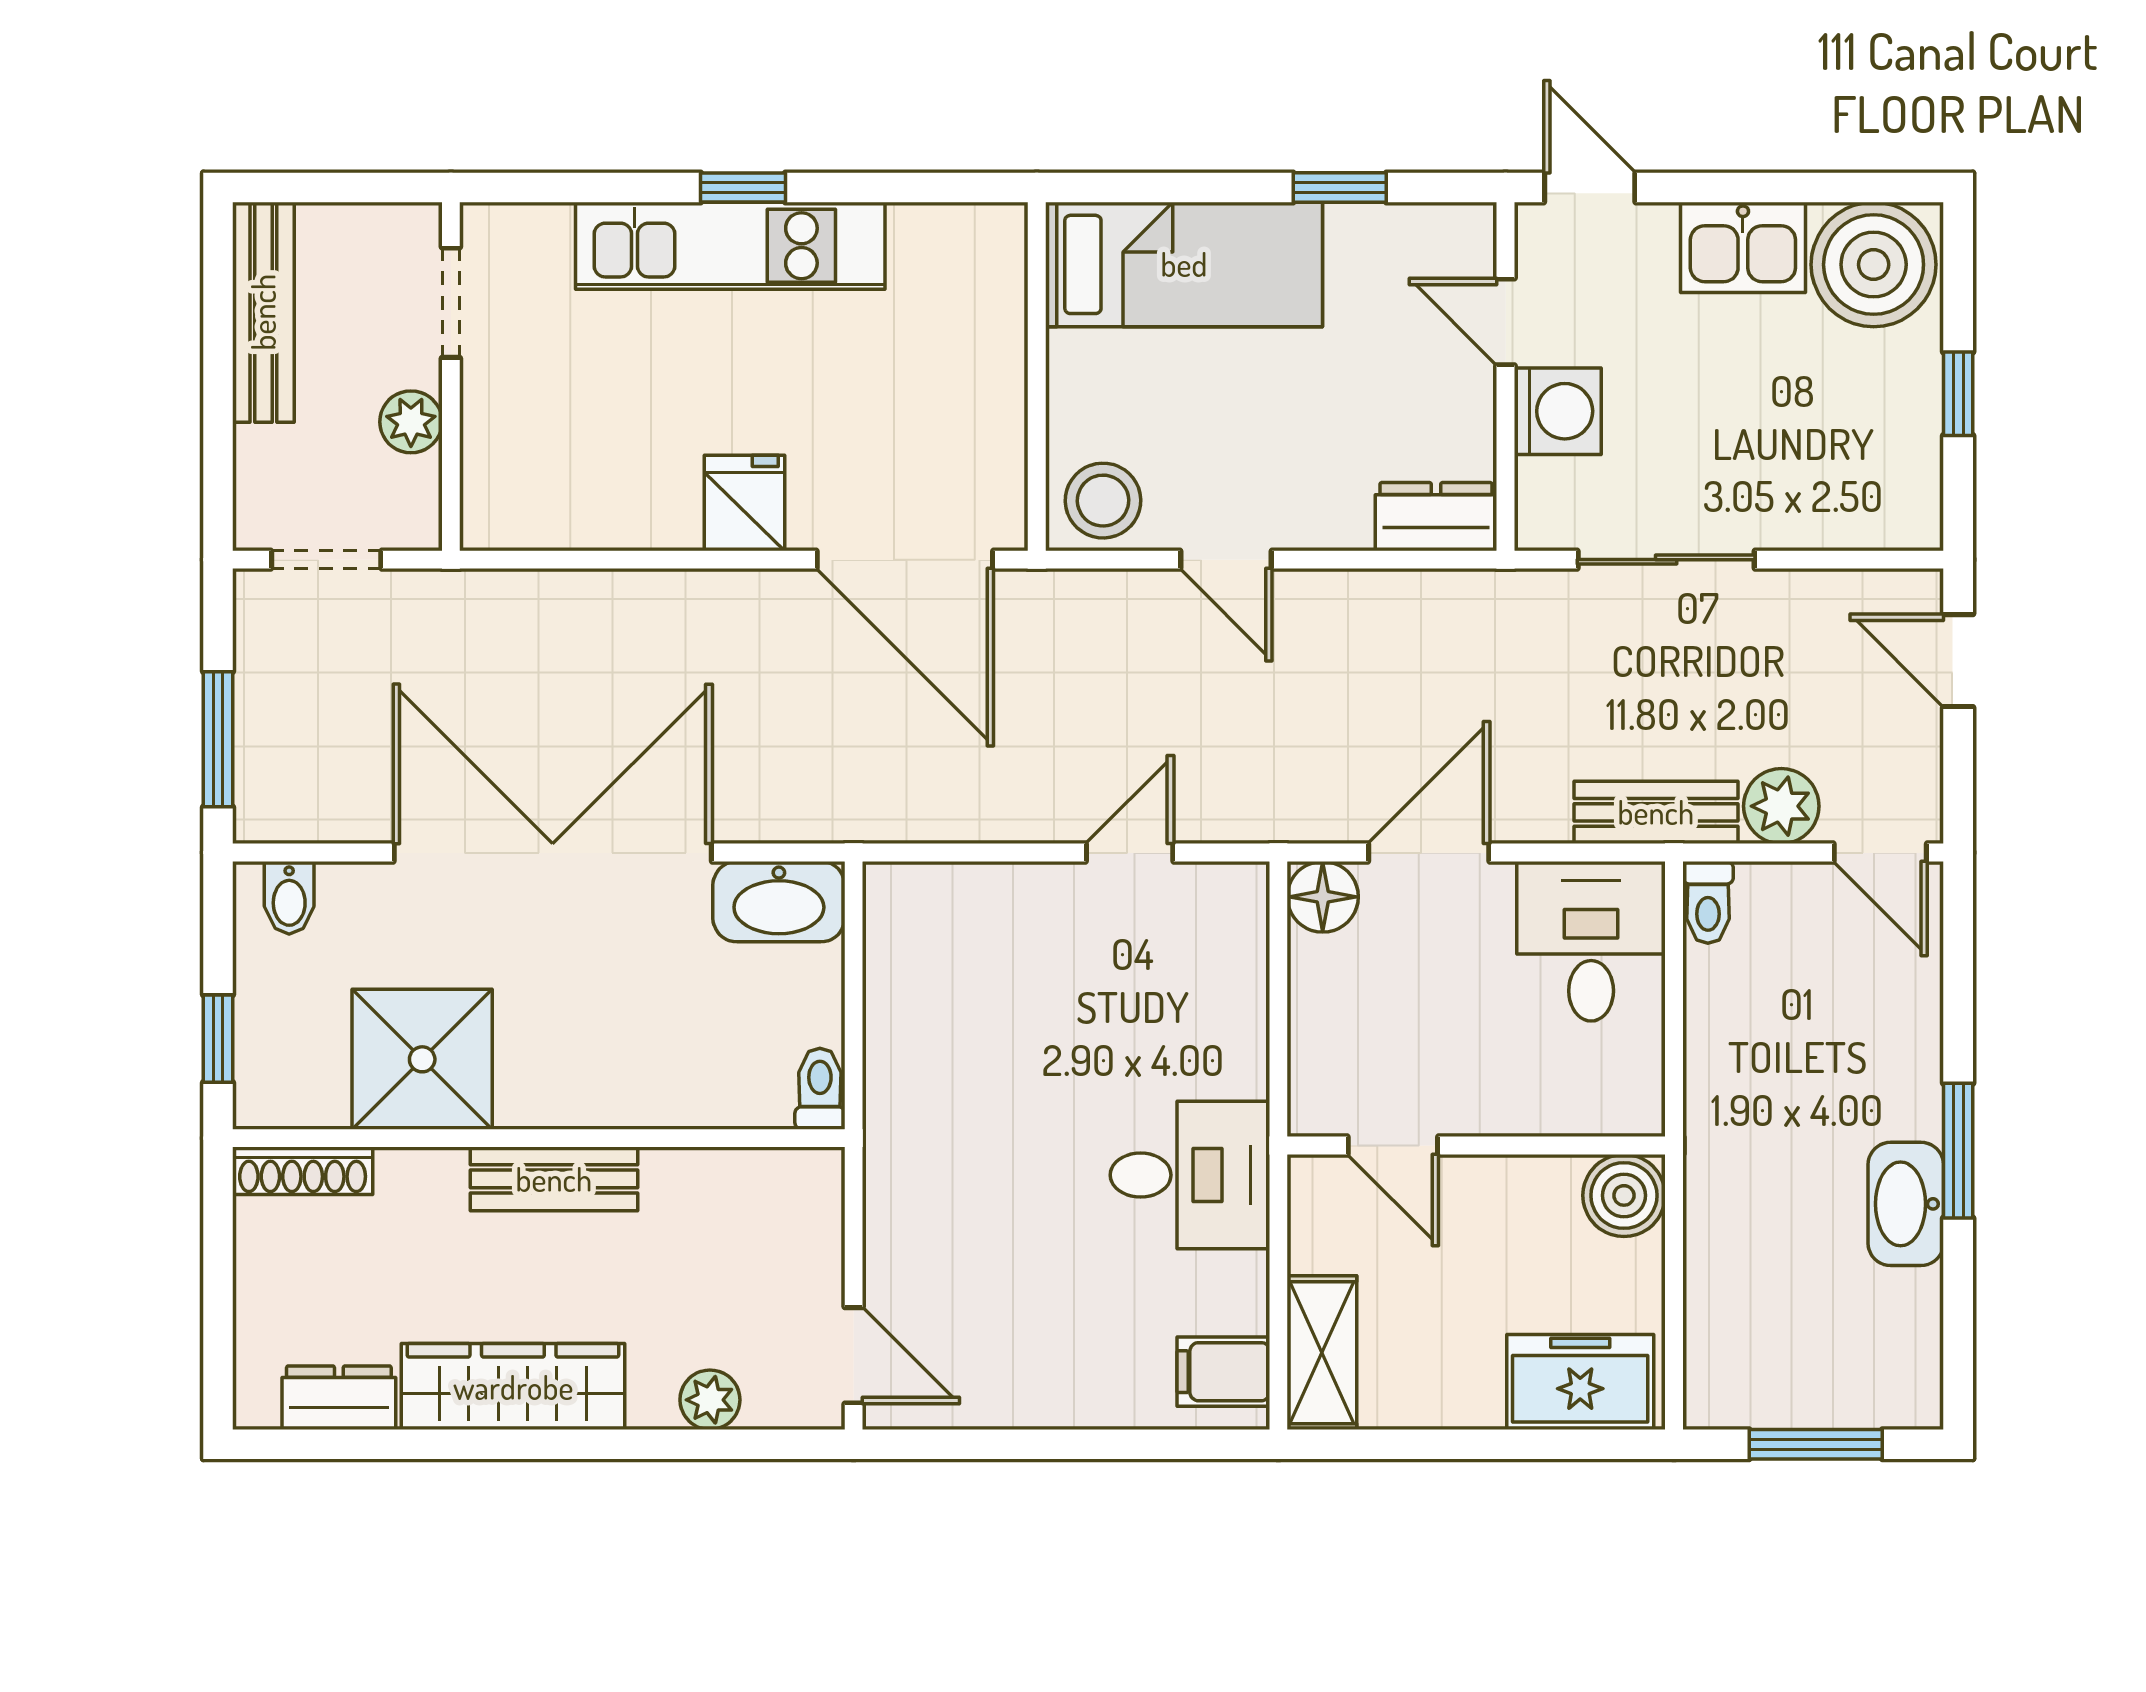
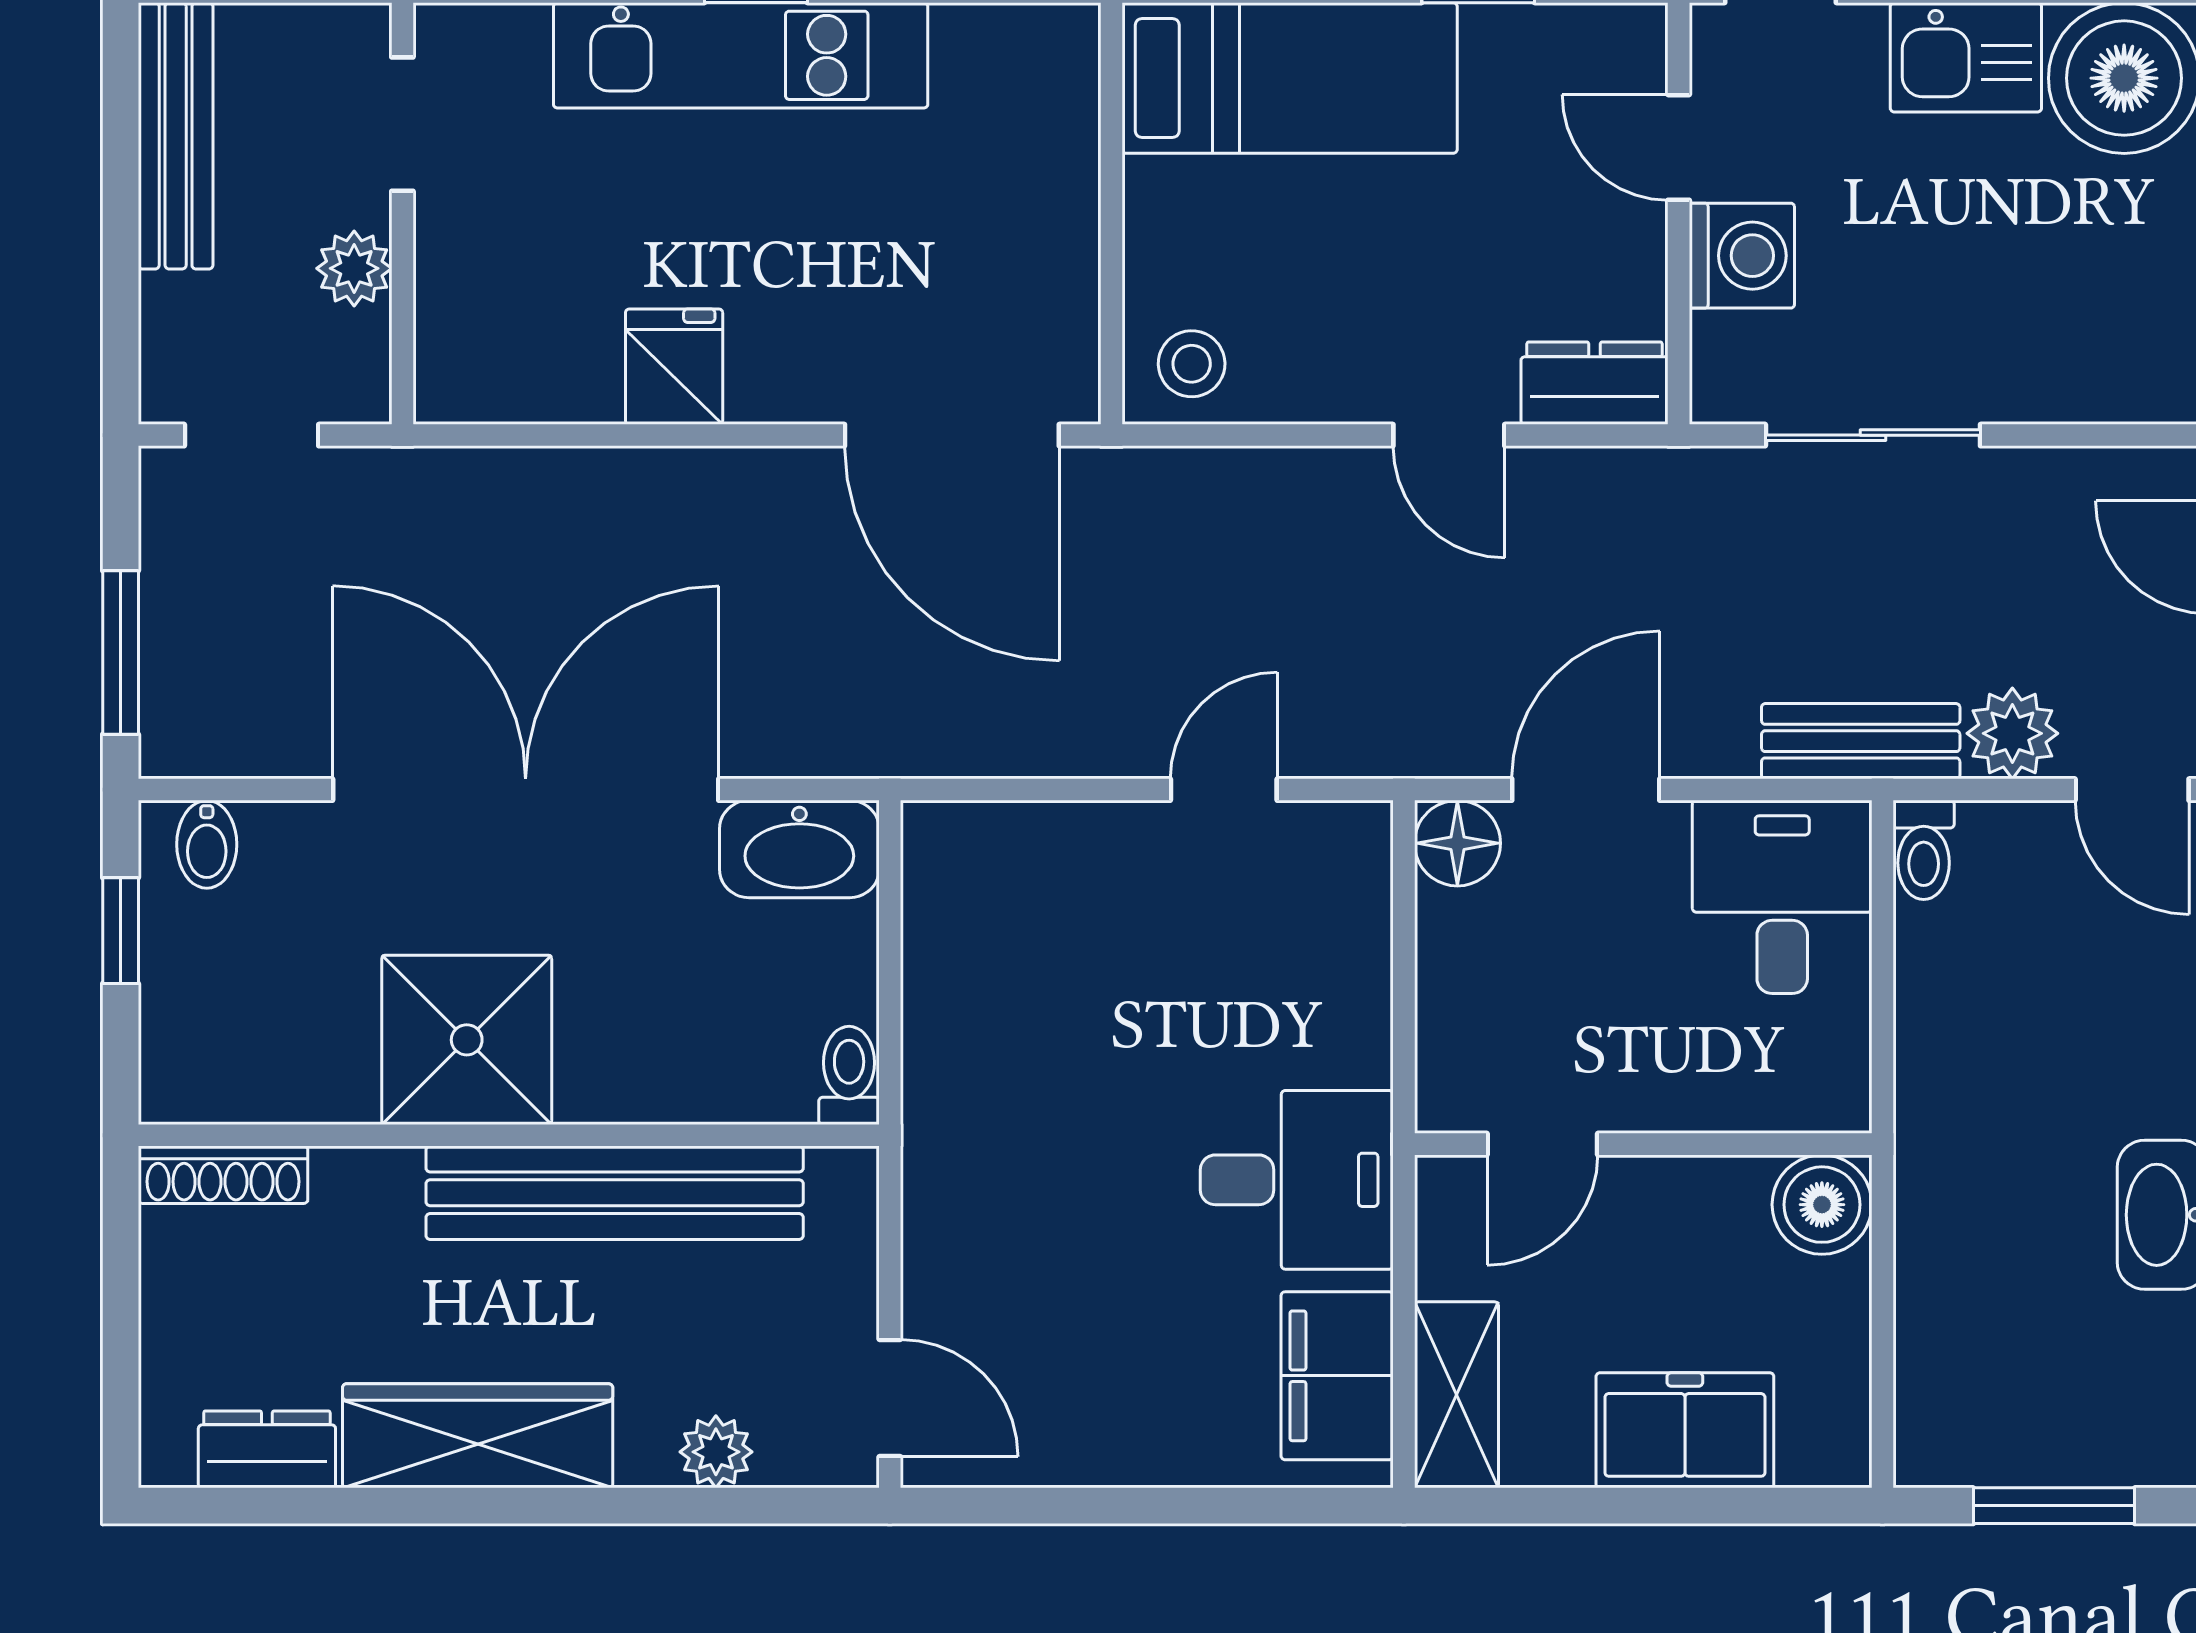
stool: (1103, 501) -> (1192, 364), width x0.73, depth x0.73
fridge: (744, 503) -> (674, 367), moved
door: (1226, 560) -> (1449, 435), moved
window: (218, 1039) -> (121, 931), moved
shower: (422, 1059) -> (467, 1040), moved
door: (1393, 1145) -> (1542, 1144), hinge flipped
bench: (554, 1179) -> (615, 1193), width x1.86, depth x1.21
filing cabinet: (1223, 1372) -> (1337, 1376), width x2.00
freezer: (1580, 1382) -> (1685, 1430), moved

